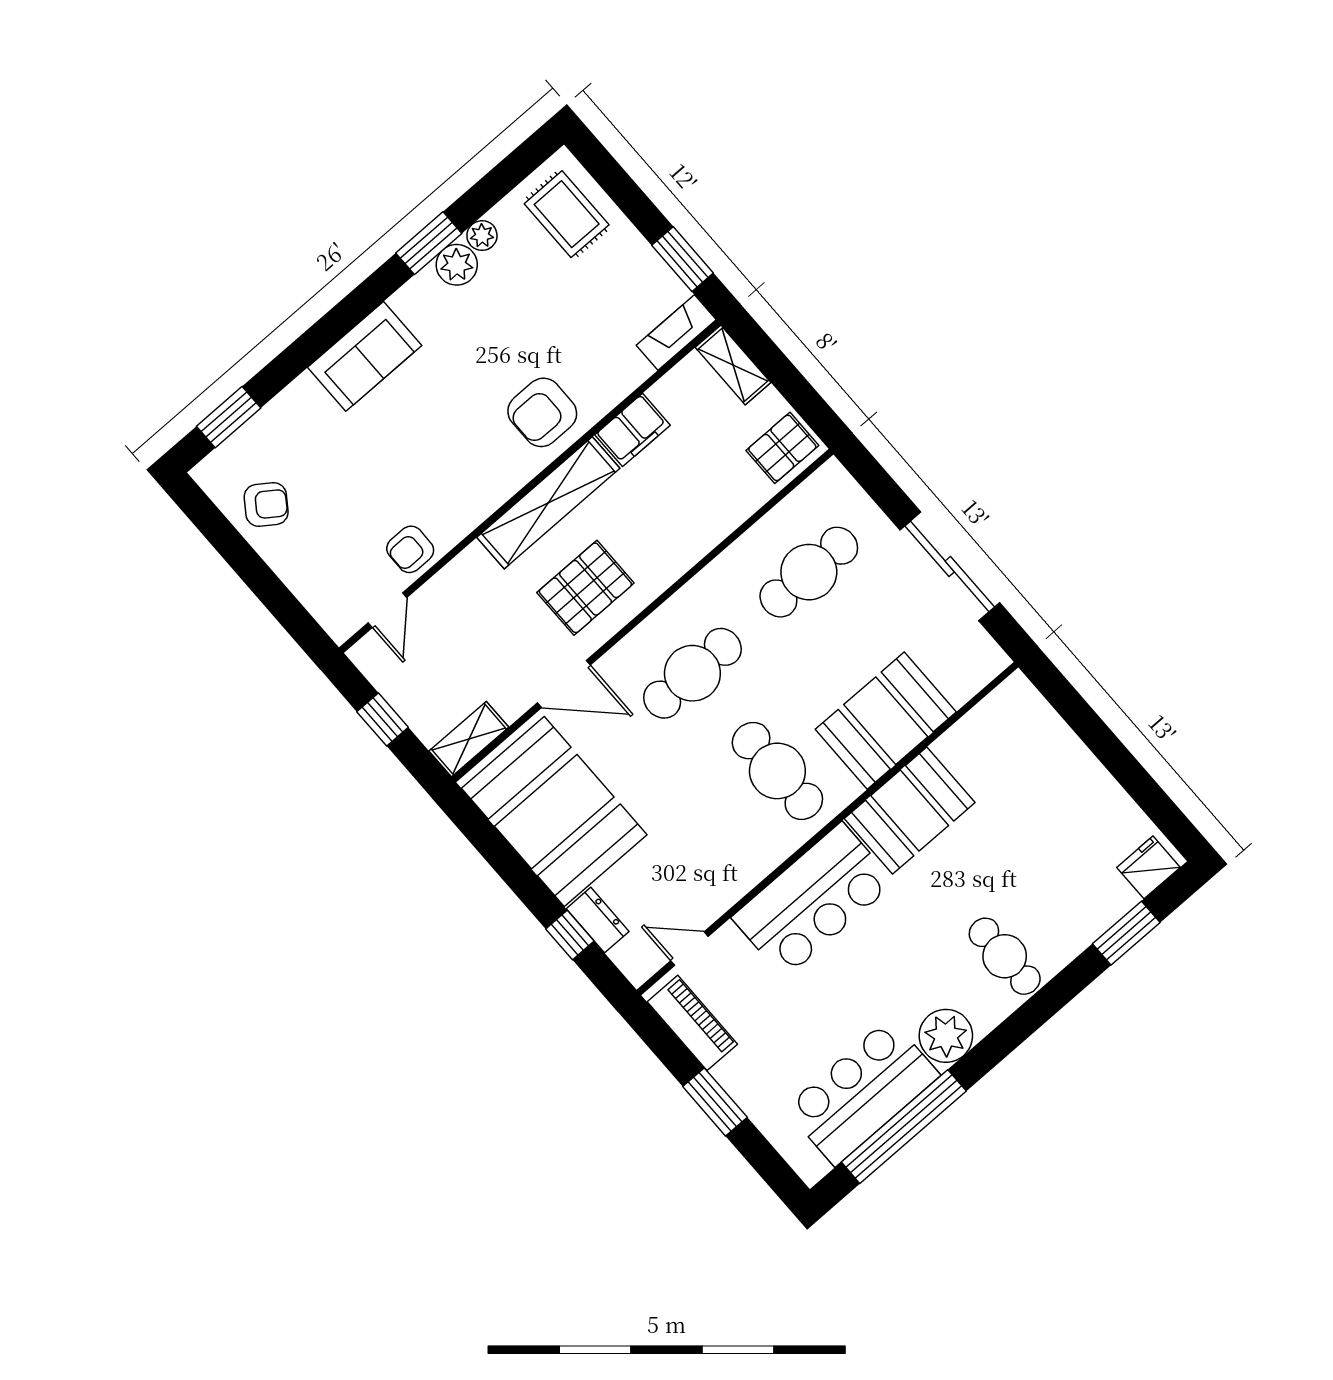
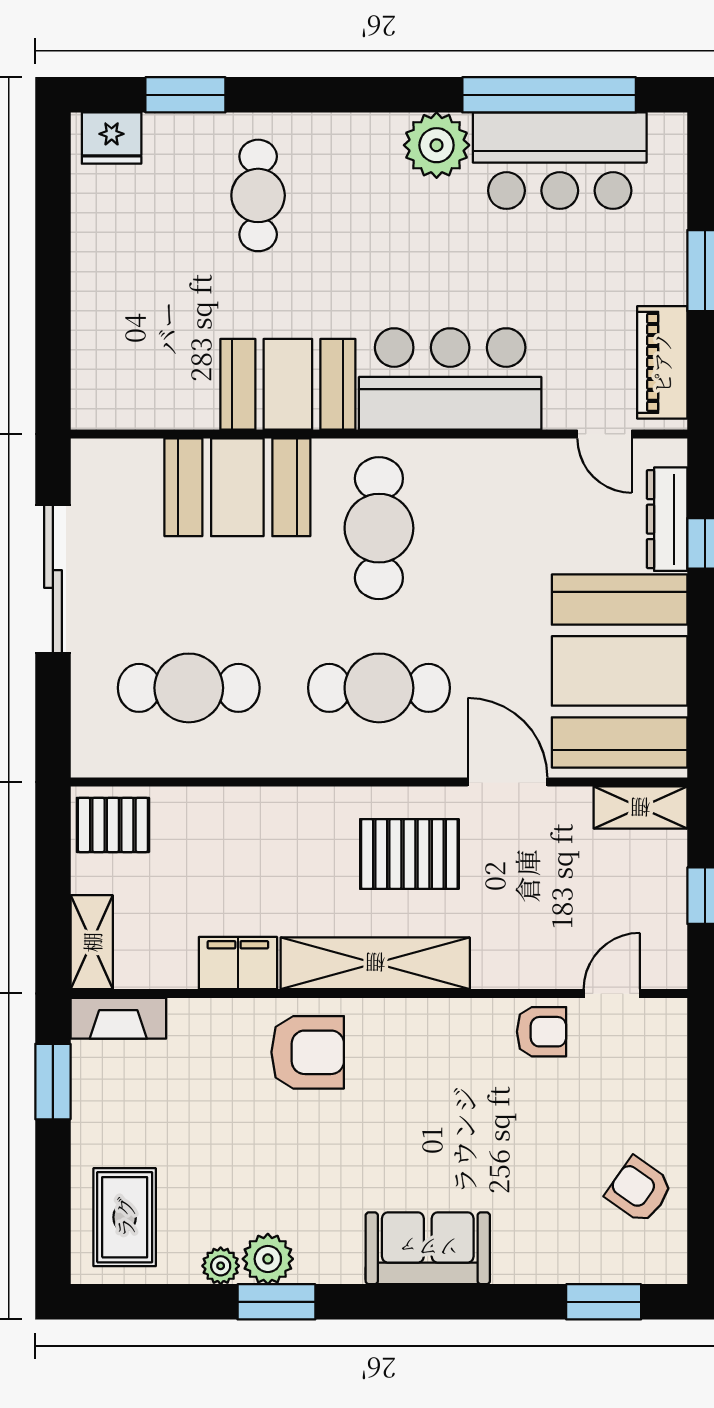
dresser: (598, 920) -> (667, 519), width x1.44
cafe table: (1005, 956) -> (258, 195), moved

